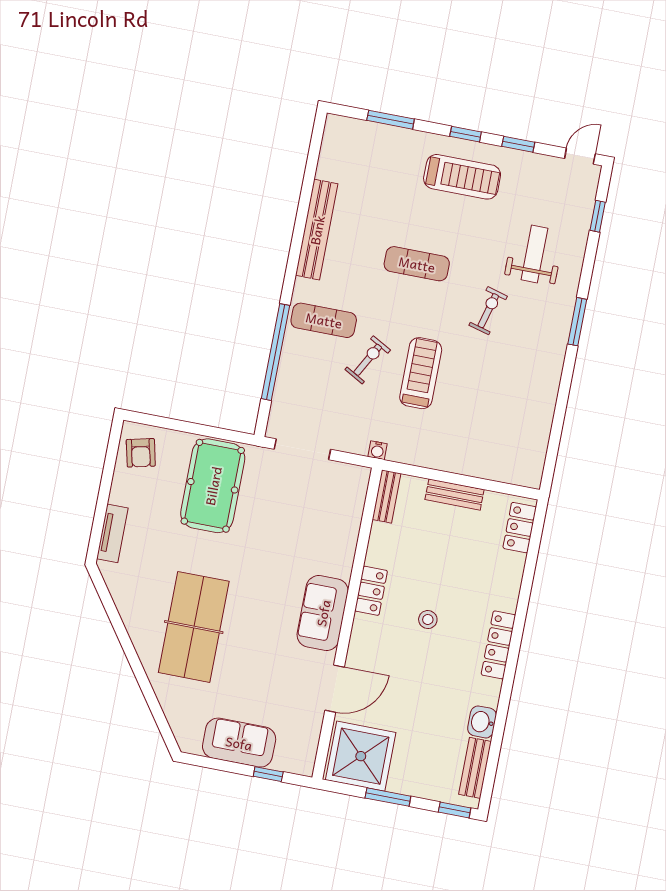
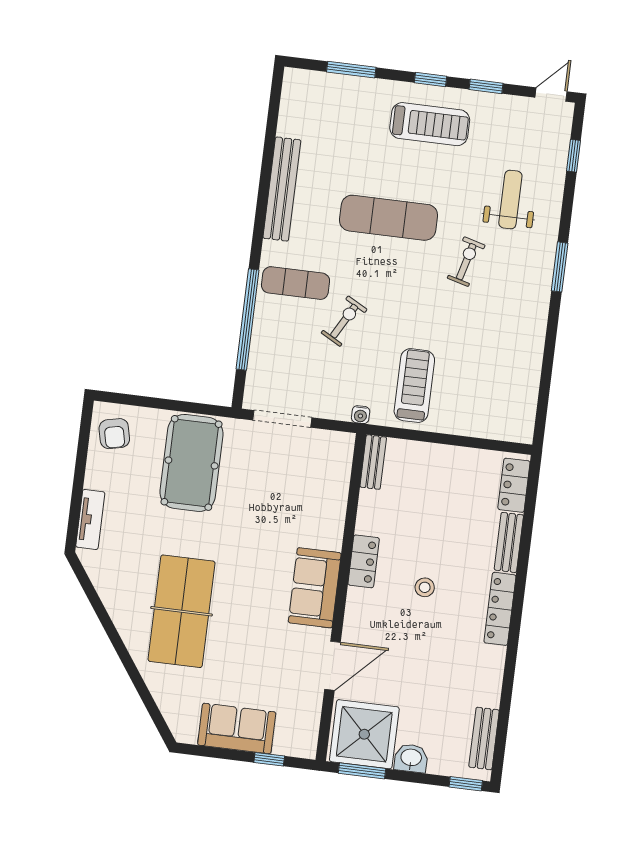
exercise mat: (417, 264) -> (388, 218), width x1.36, depth x1.45
treadmill: (421, 373) -> (414, 386), moved
bench: (455, 495) -> (509, 542), moved, turned 90
washbasin: (482, 722) -> (411, 758), moved, turned 90
window: (388, 797) -> (362, 771), moved

